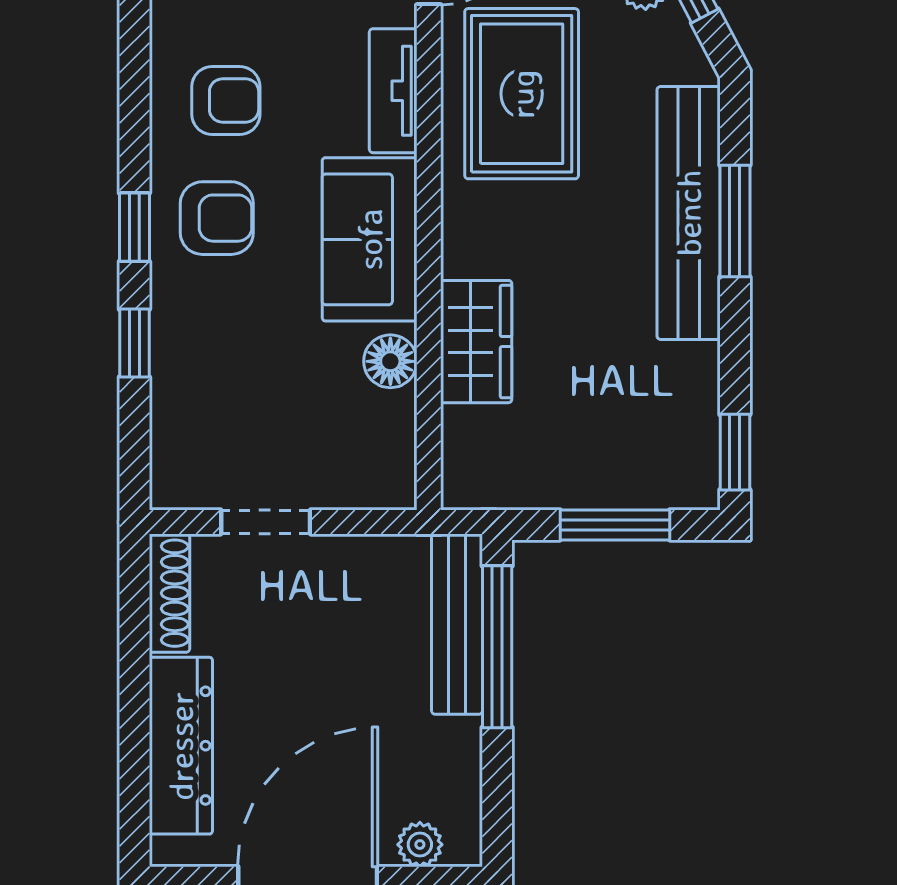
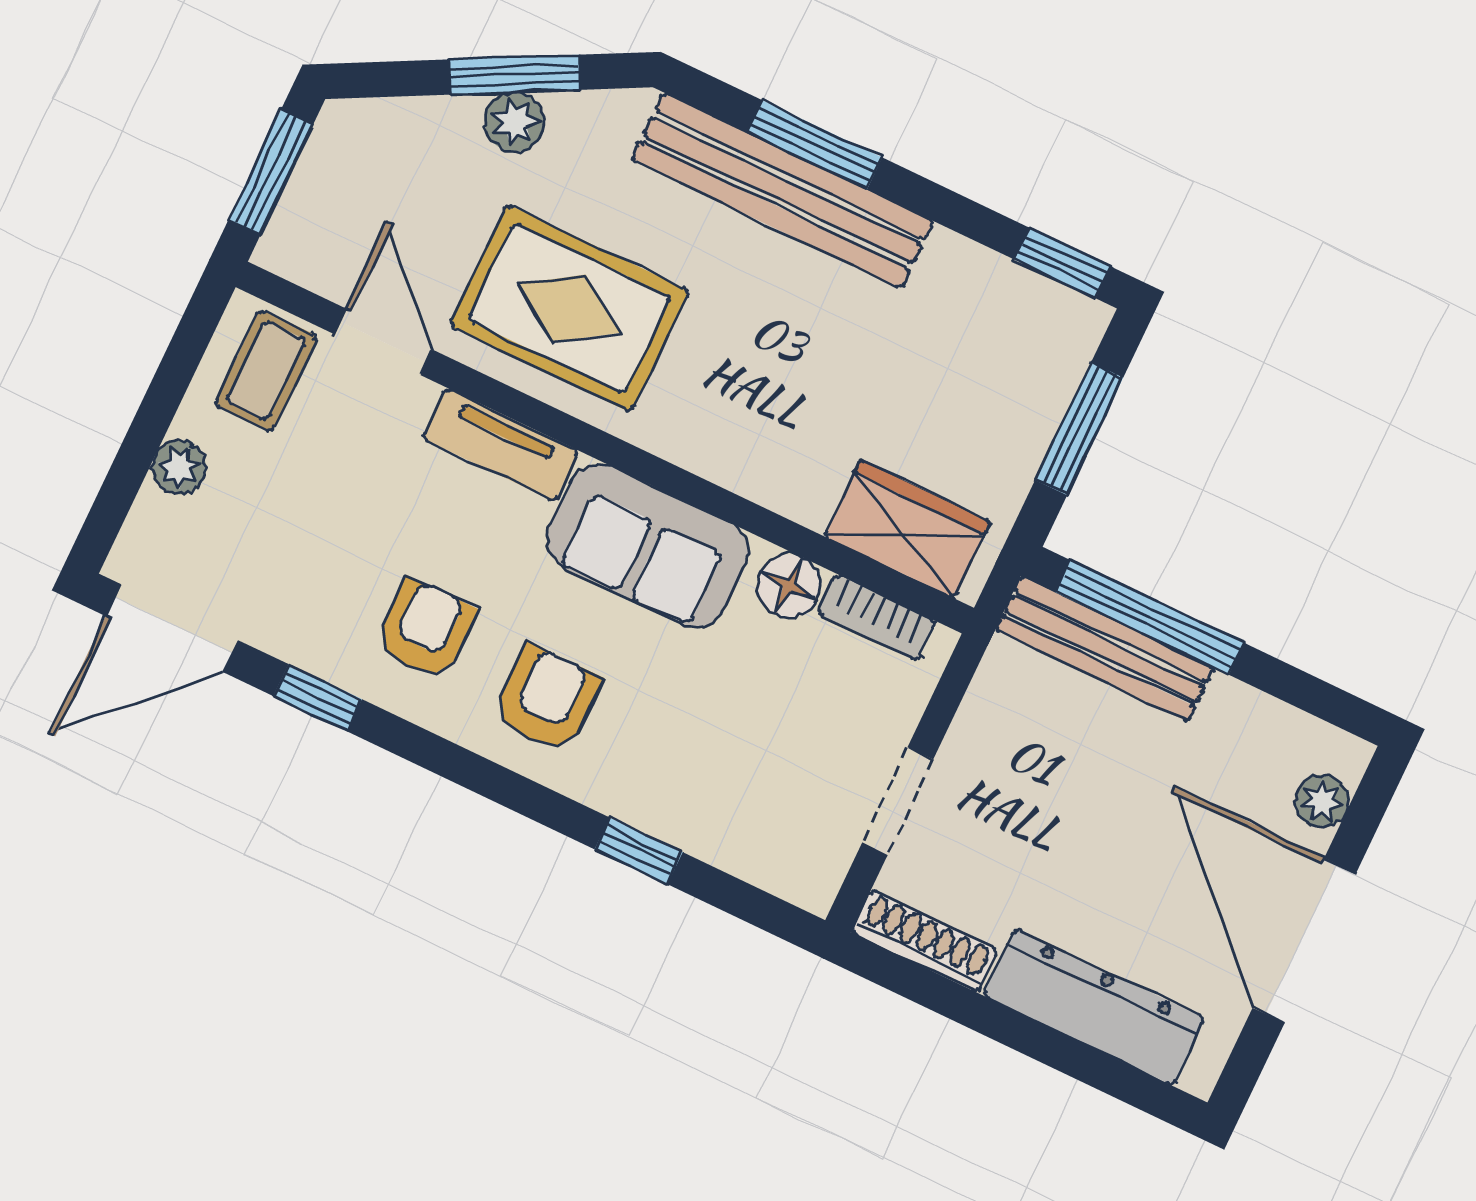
window: (134, 227) -> (318, 698), moved
wardrobe: (476, 342) -> (907, 529), moved
bookcase: (398, 439) -> (877, 617), added

